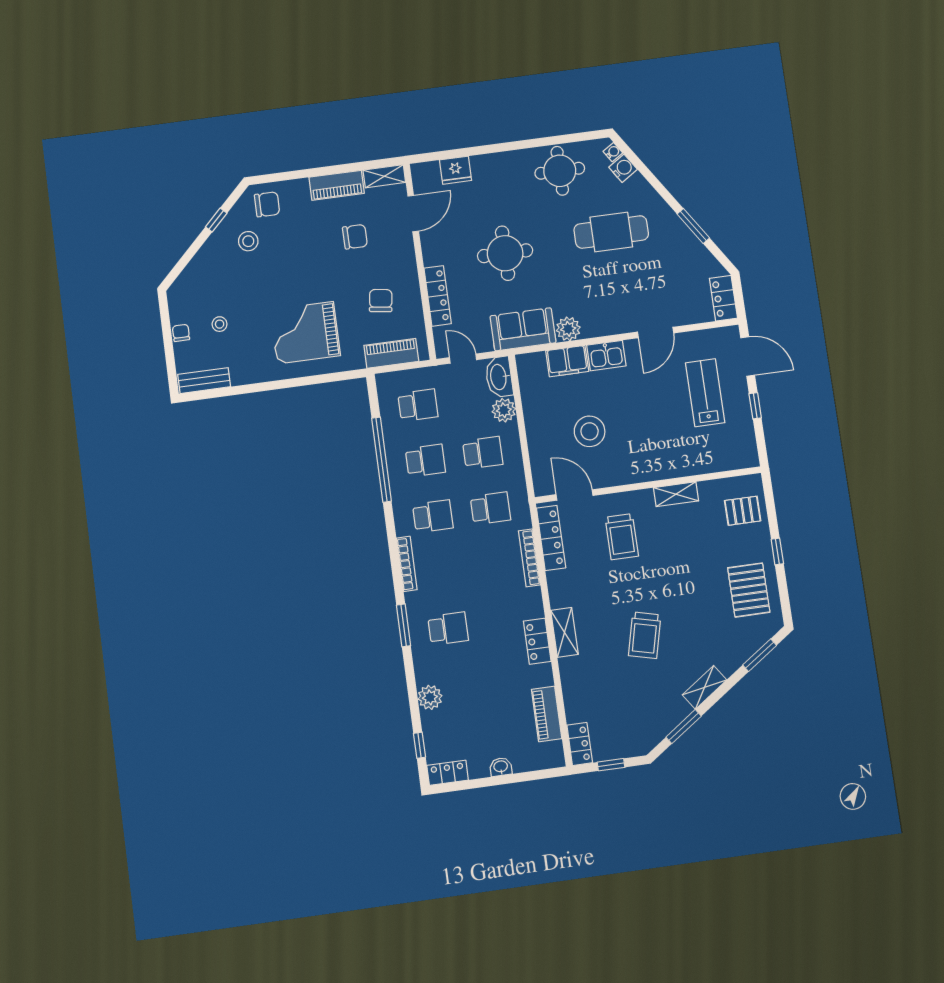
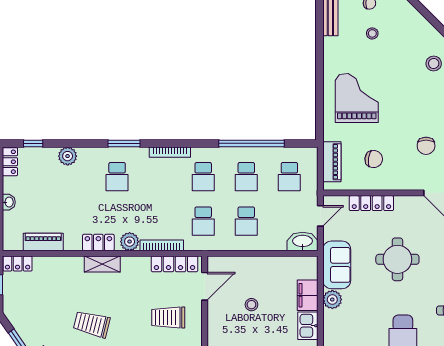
plant: (504, 410) -> (130, 242), moved
stool: (590, 431) -> (251, 305), width x0.53, depth x0.53

